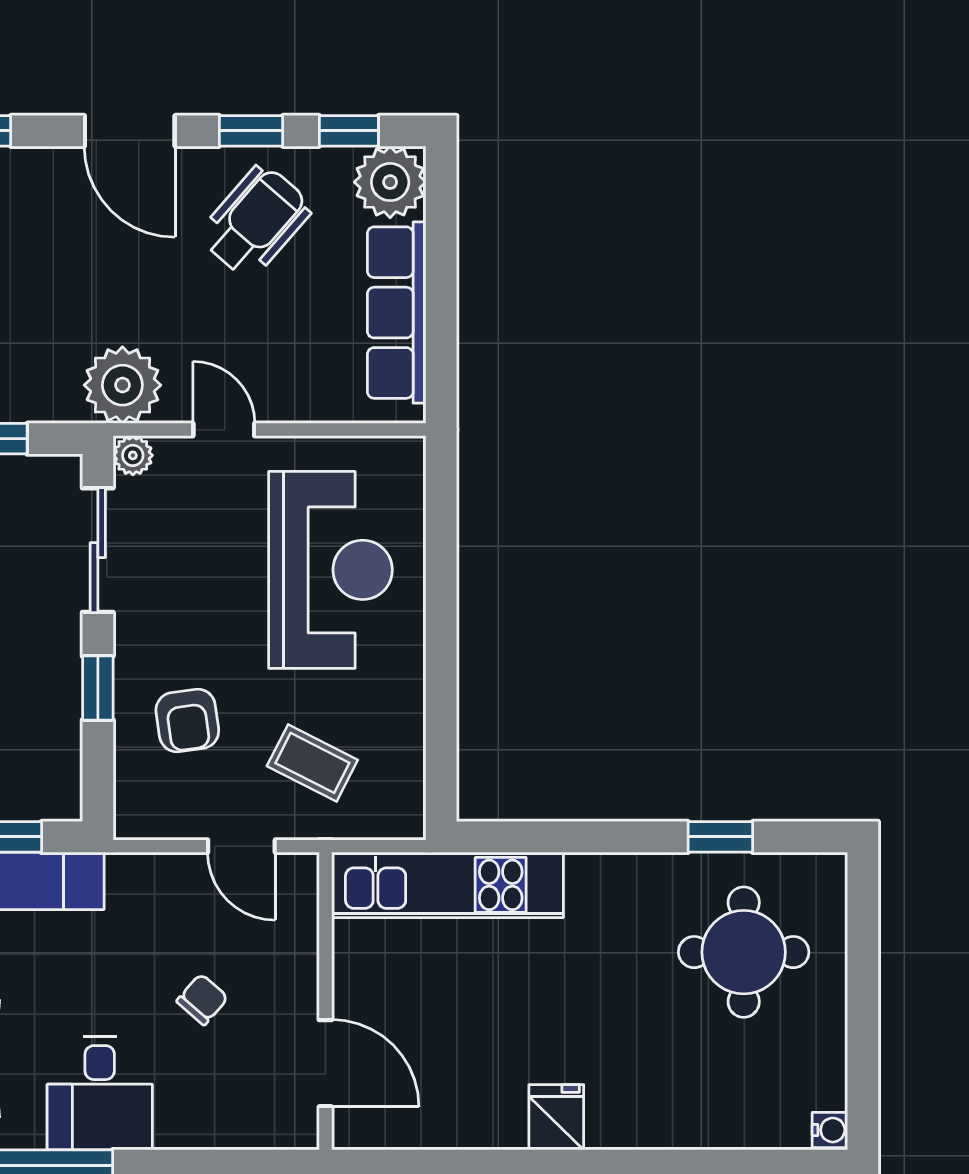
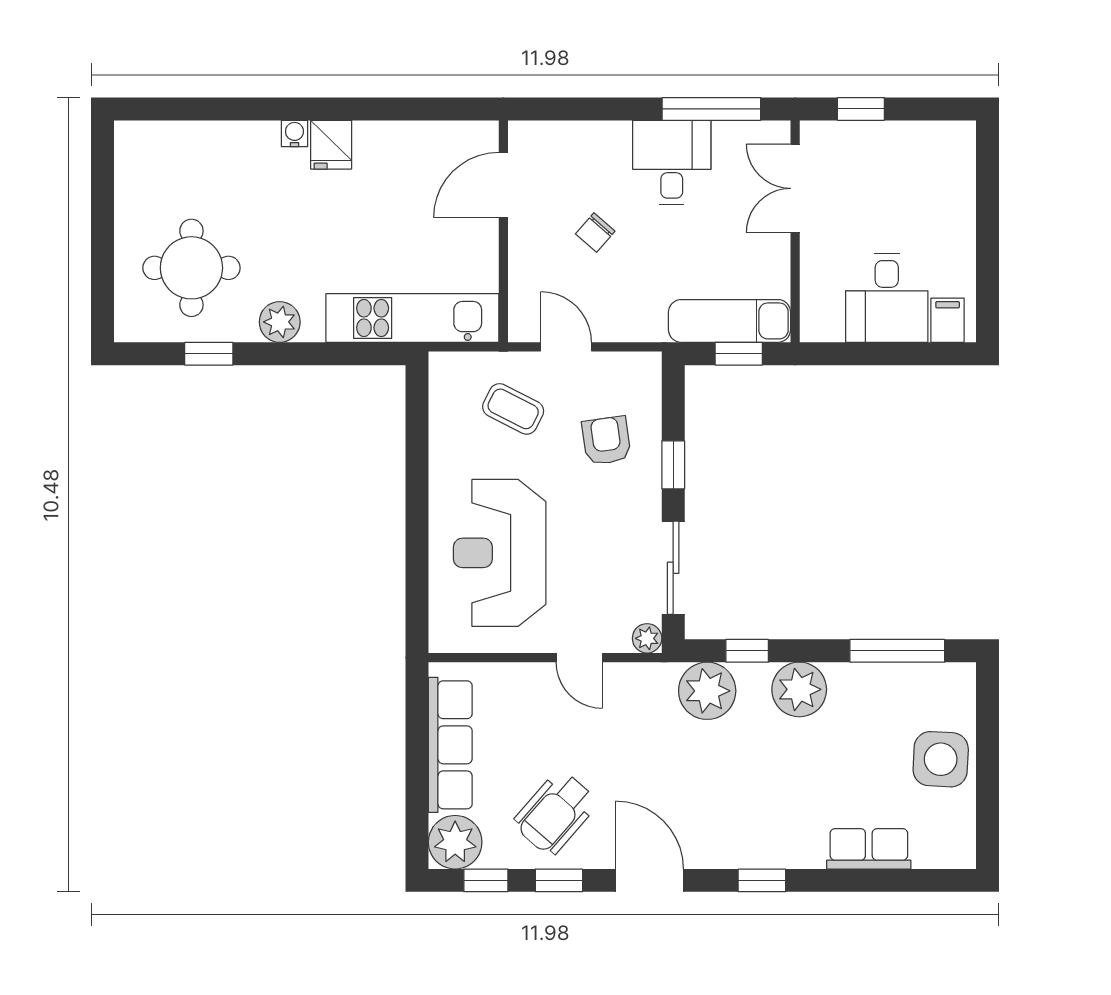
plant: (122, 385) -> (707, 691), moved
plant: (625, 880) -> (280, 322), added
door: (325, 1063) -> (503, 185), hinge flipped
water cooler: (830, 1130) -> (294, 134), moved, turned 90

